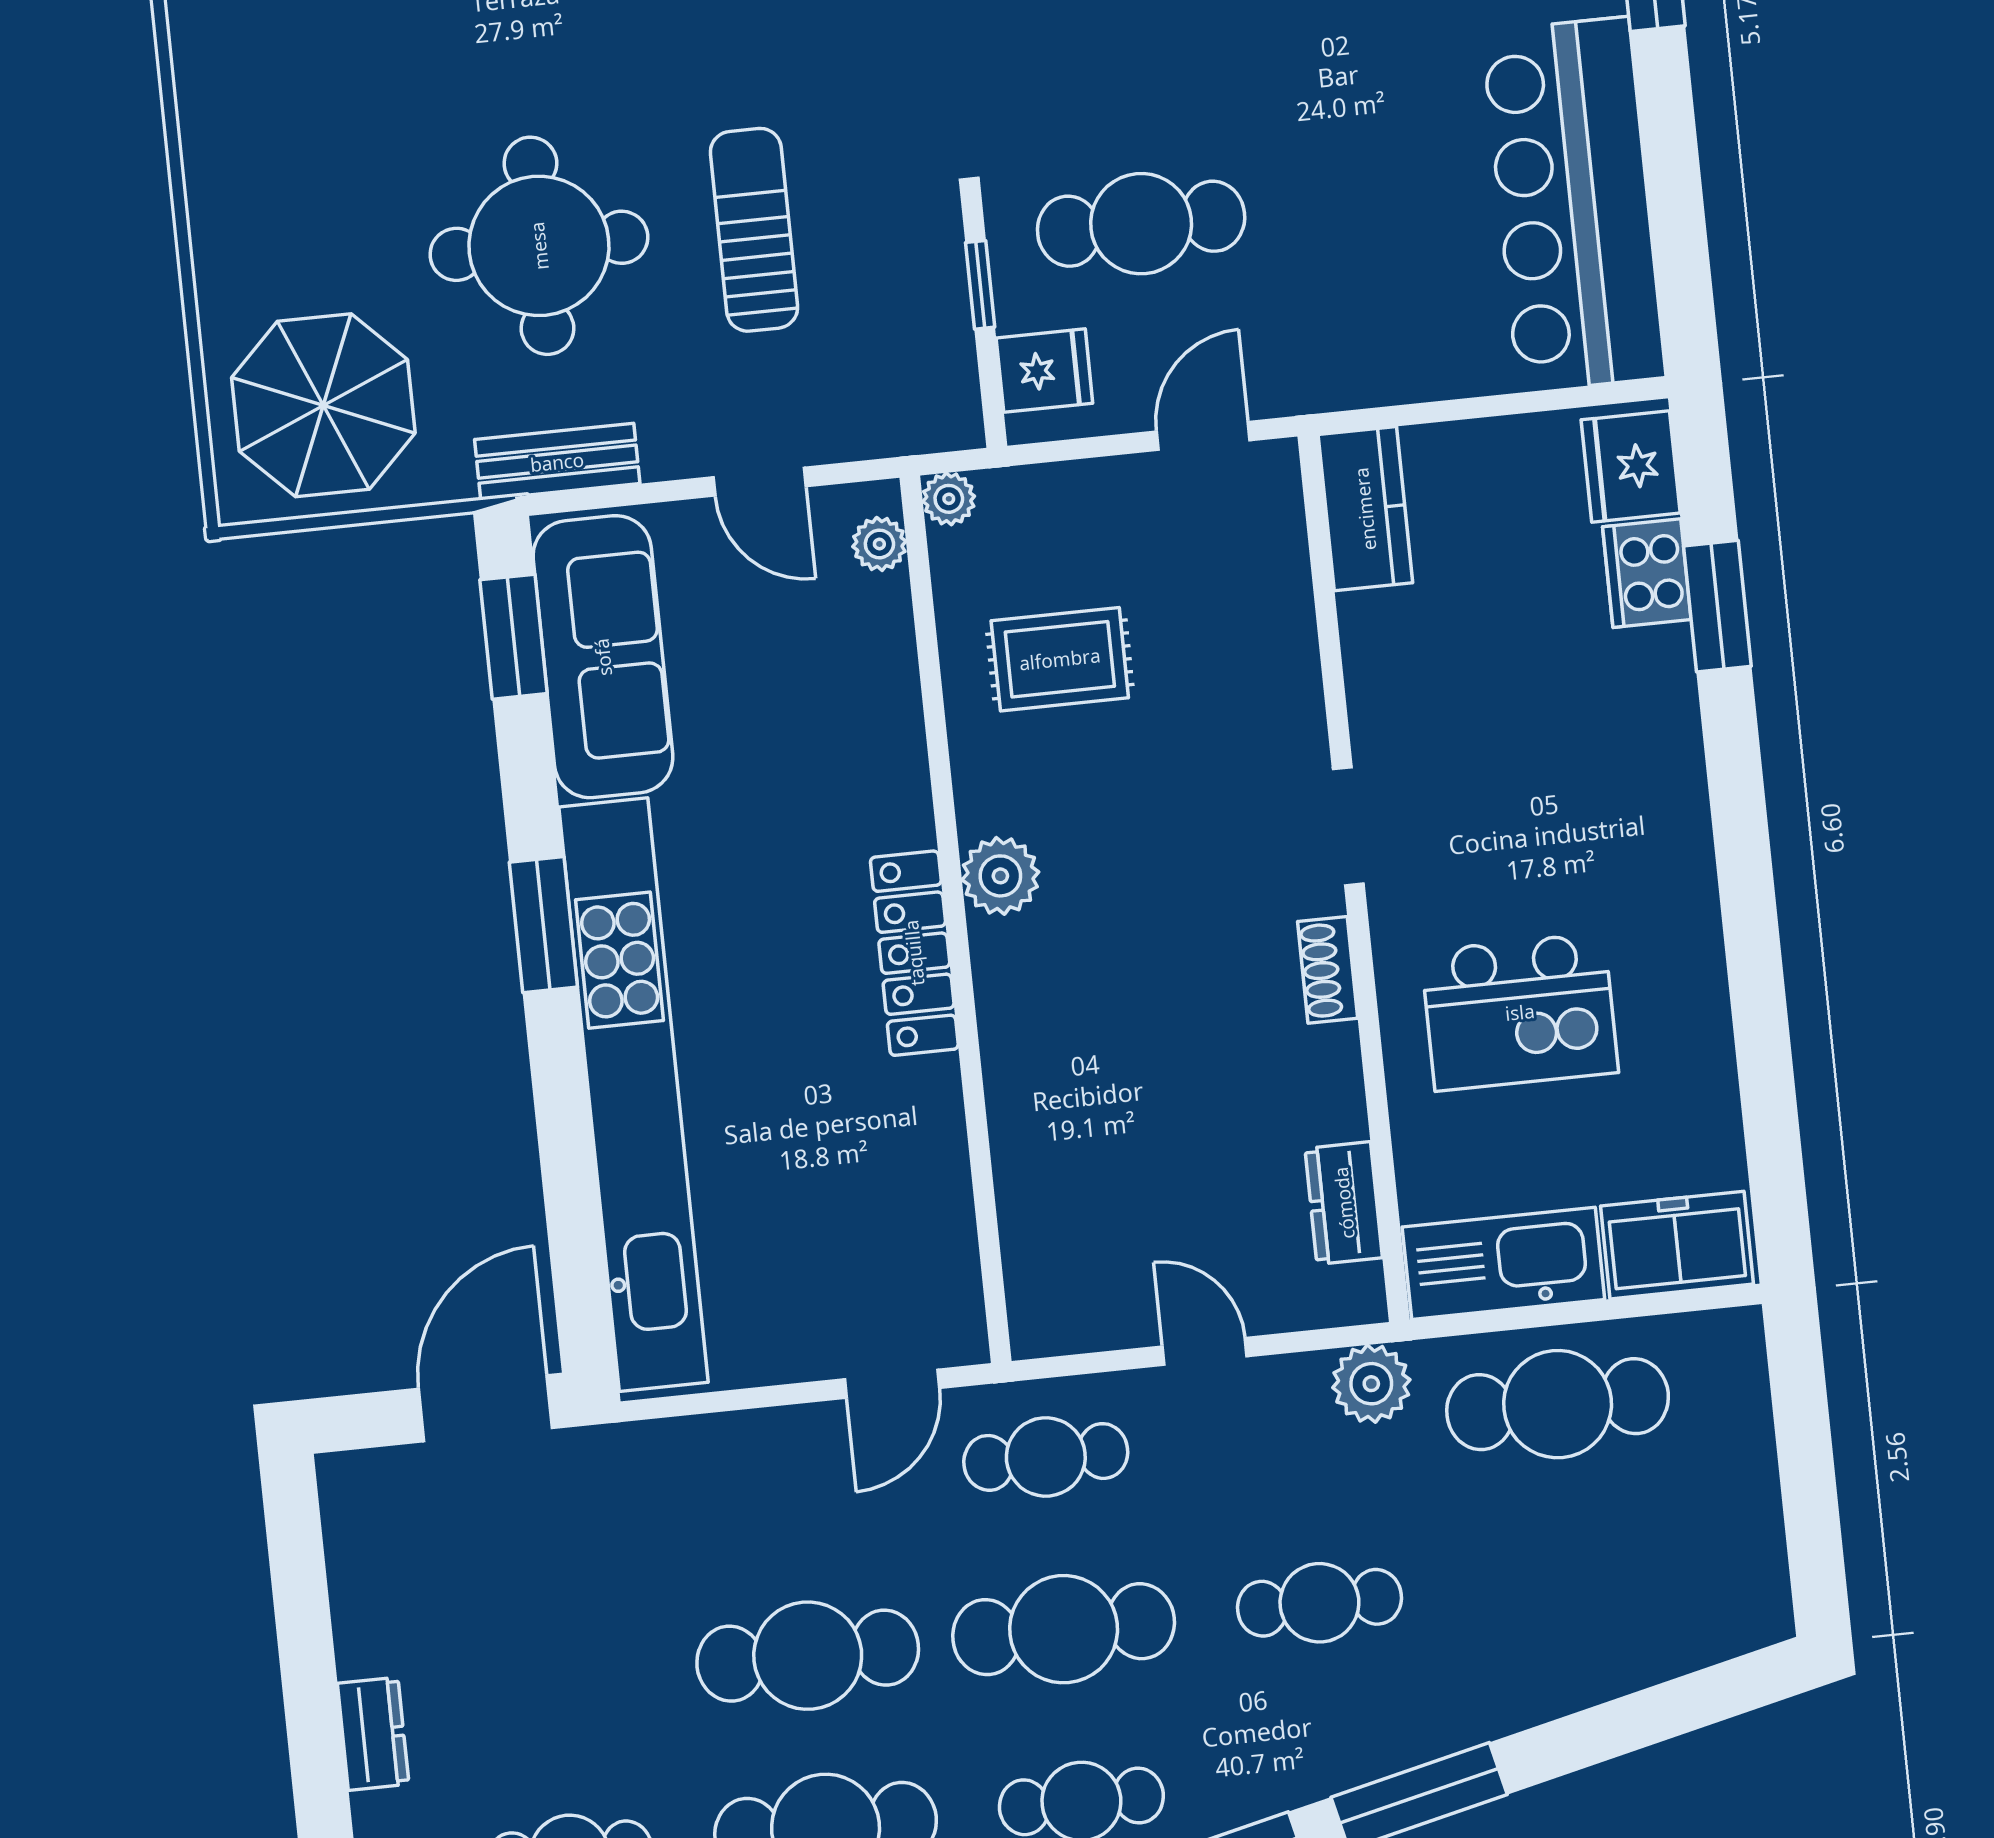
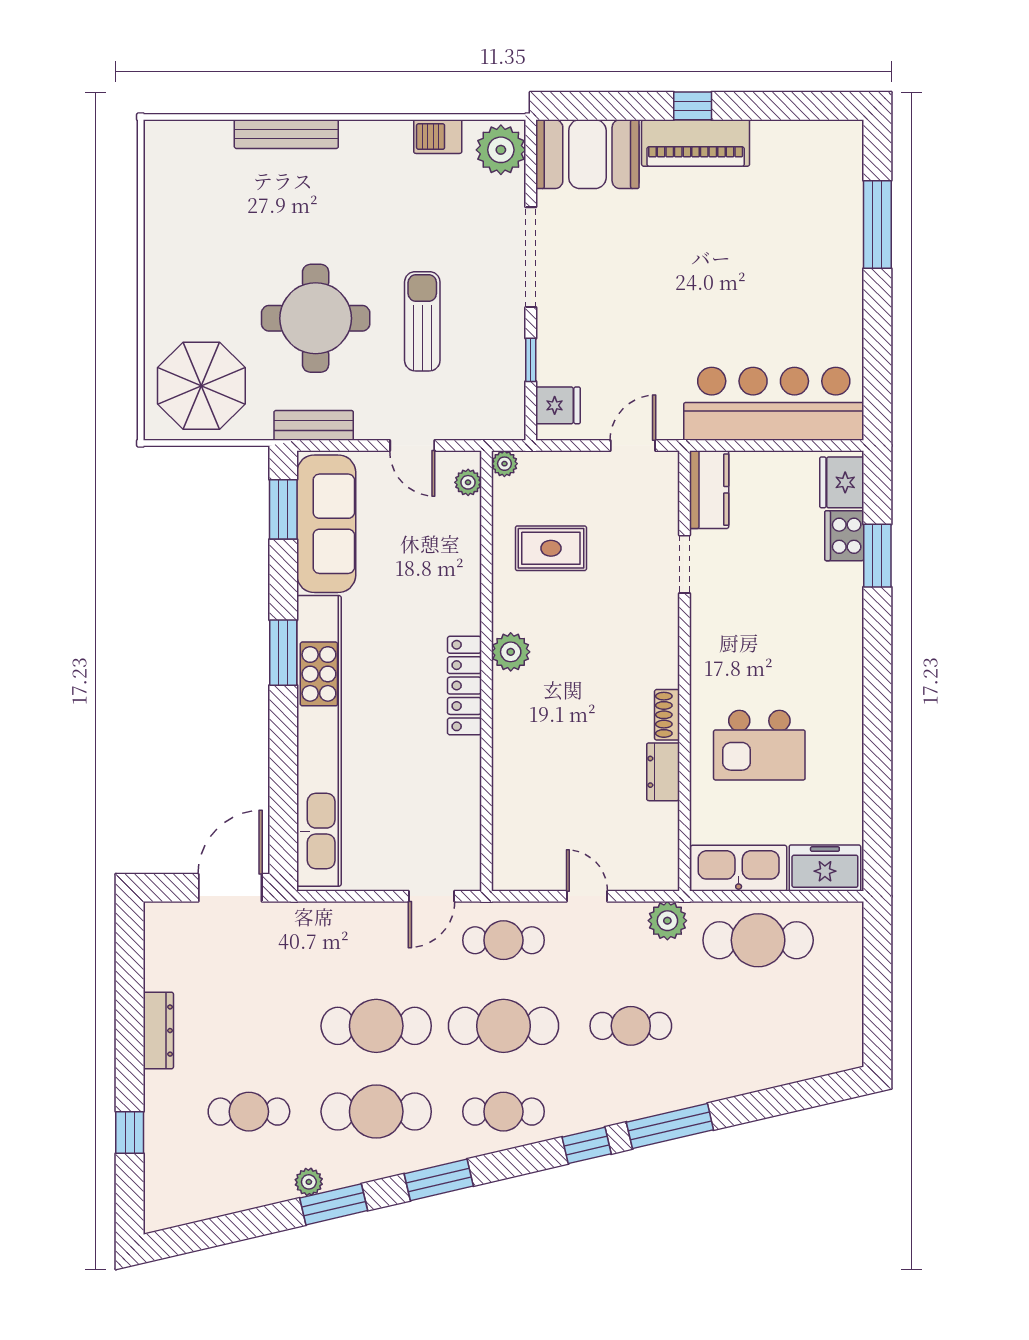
bar counter: (1574, 204) -> (774, 404), moved, turned 90
cafe table: (1141, 224) -> (613, 338), removed
doorway: (1348, 826) -> (684, 564), moved
dresser: (1344, 1203) -> (663, 772), moved
dresser: (373, 1734) -> (158, 1031), width x1.44

